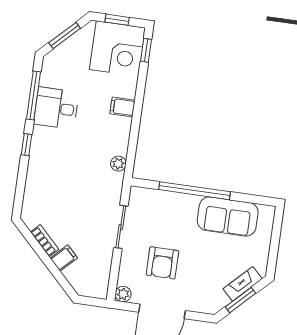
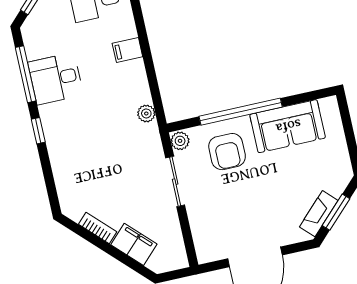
filing cabinet: (64, 258) -> (134, 244), width x2.00
armchair: (162, 263) -> (227, 152), moved
fireplace: (243, 284) -> (319, 214), moved
plant: (123, 294) -> (180, 141), moved

